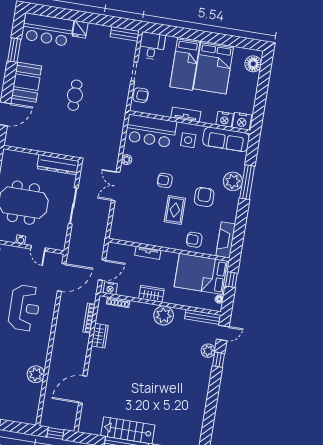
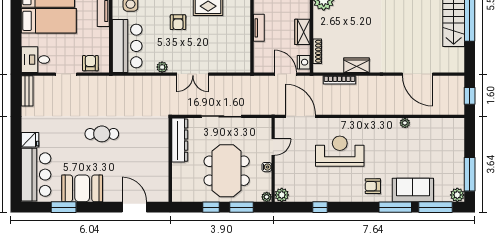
booth: (26, 82) -> (82, 188), moved
wardrobe: (151, 294) -> (302, 32), moved
plant: (36, 374) -> (405, 123), width x0.53, depth x0.53

